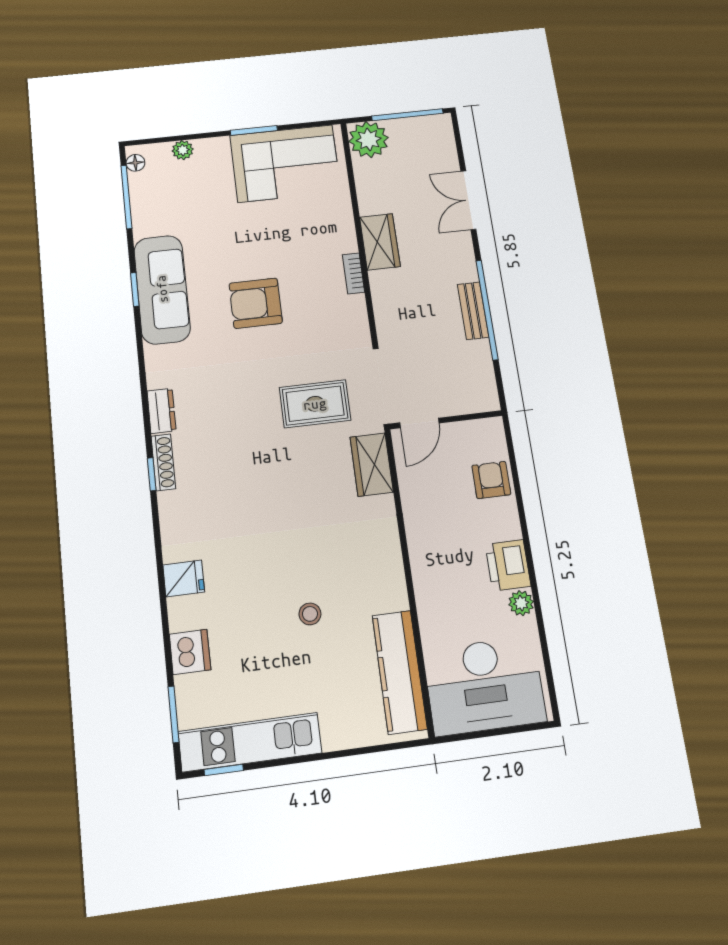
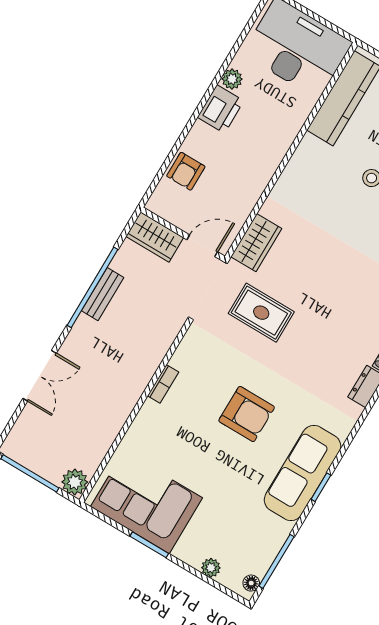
plant: (369, 140) -> (75, 482), width x0.73, depth x0.73
wardrobe: (380, 242) -> (155, 237), moved, turned -90

